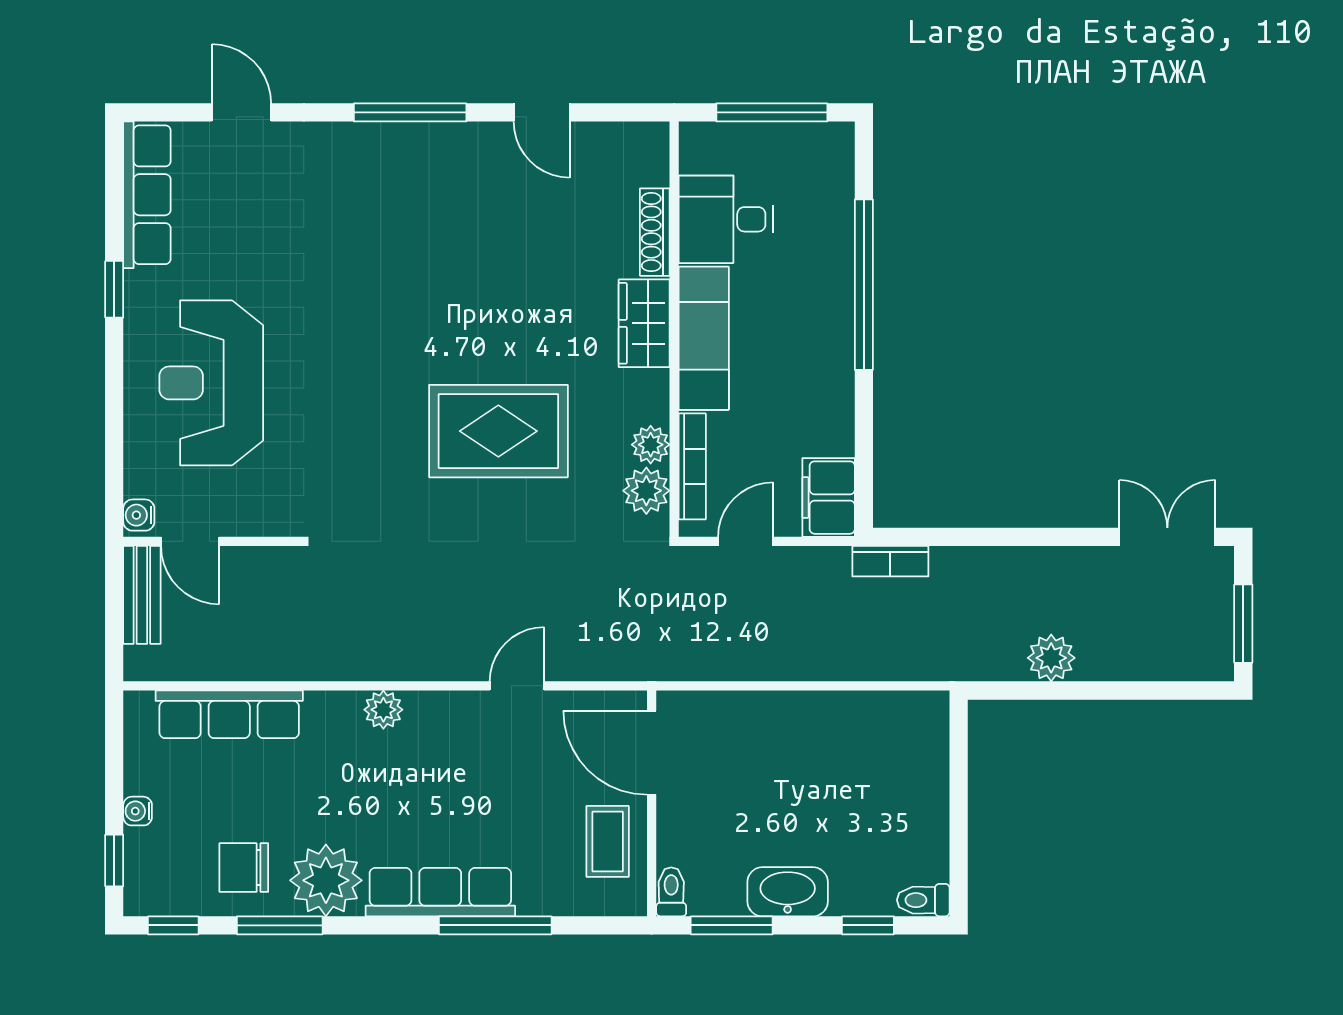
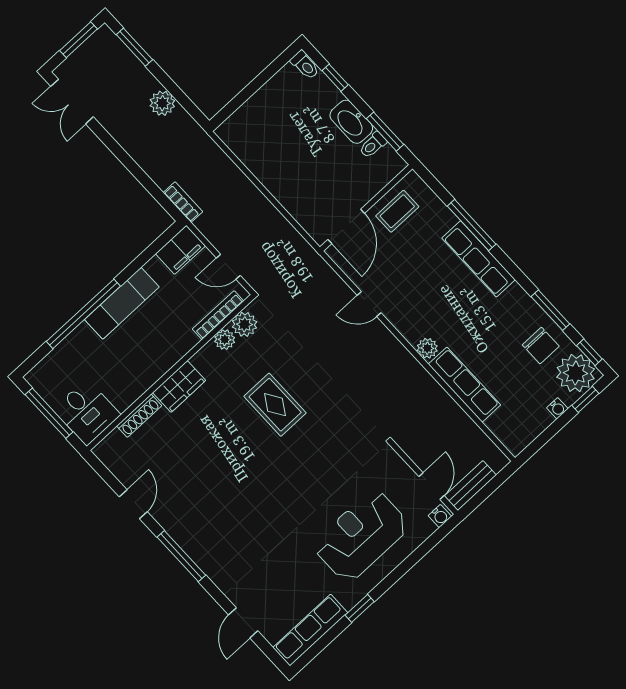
desk: (726, 219) -> (87, 412), moved
exam couch: (704, 338) -> (122, 303), moved, turned 180
reception desk: (211, 383) -> (361, 536), turned 180
rug: (498, 431) -> (275, 405), width x0.73, depth x0.70
window: (1163, 690) -> (134, 47), added
row of seats: (229, 714) -> (464, 385), moved
plant: (326, 880) -> (576, 373), moved
toilet: (671, 892) -> (373, 145), moved

